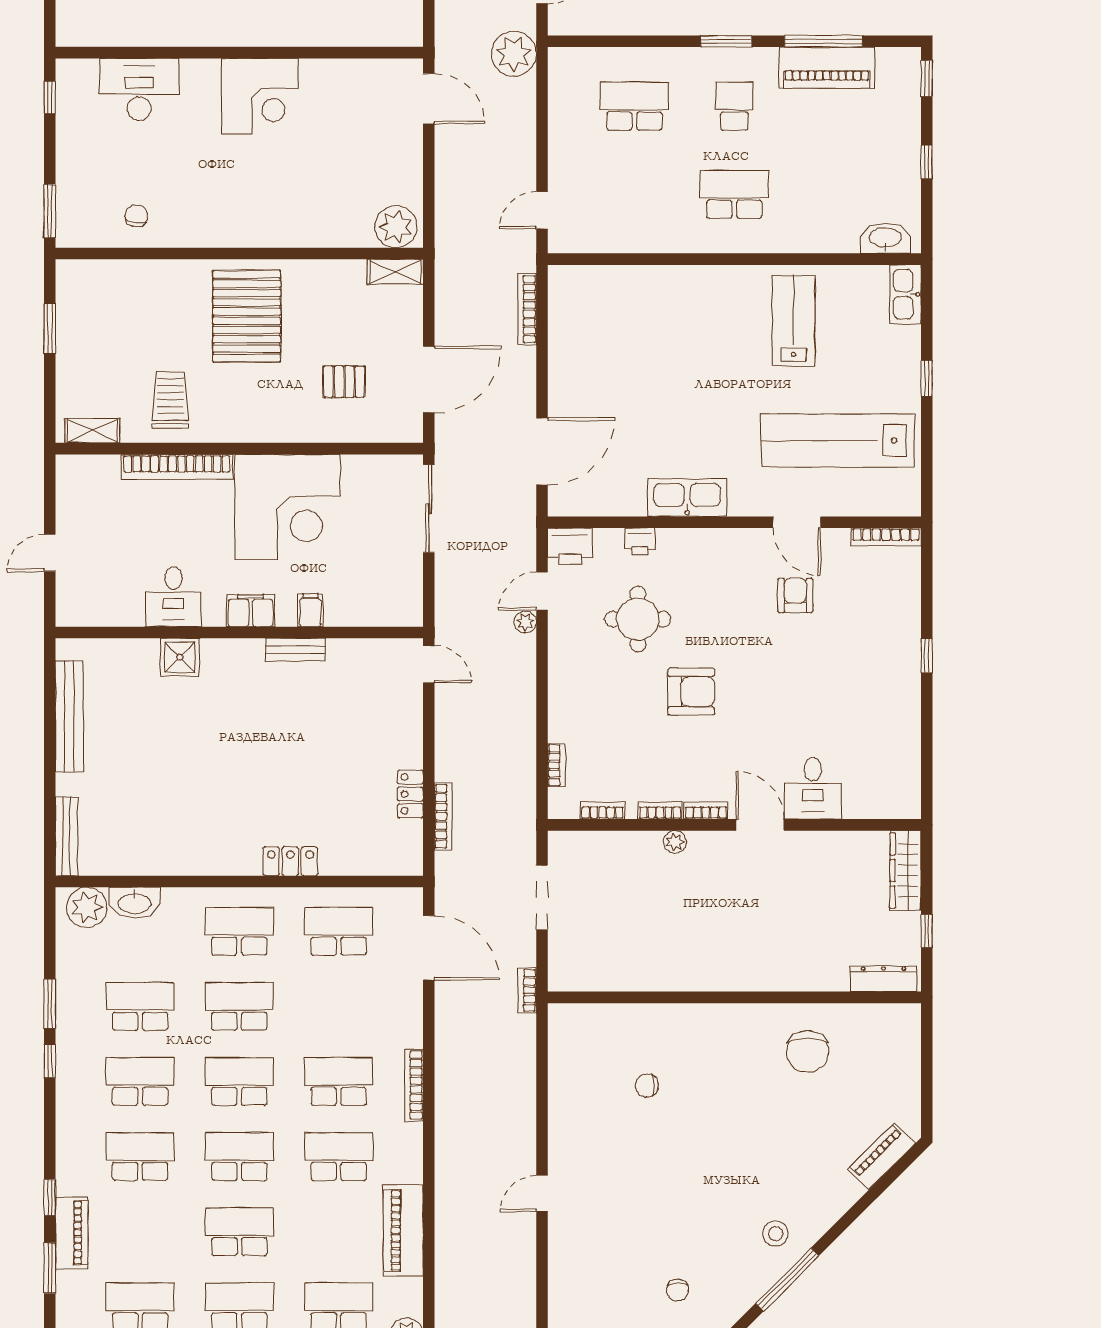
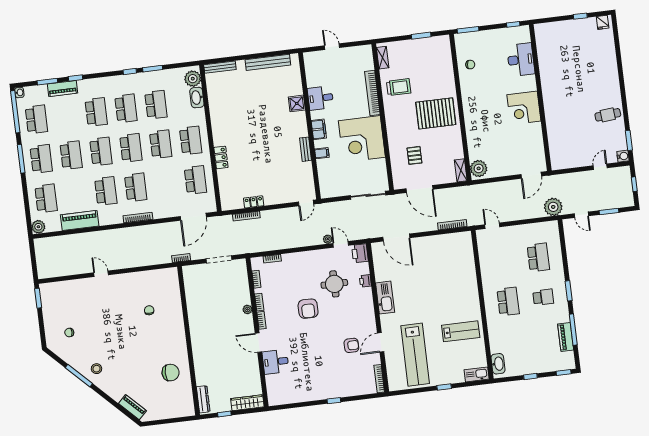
piano: (827, 68) -> (566, 337), width x0.73, depth x0.75
lab bench: (838, 441) -> (415, 355), turned 180
door: (760, 825) -> (258, 343), swing flipped
chair: (808, 1052) -> (171, 373), turned 180

